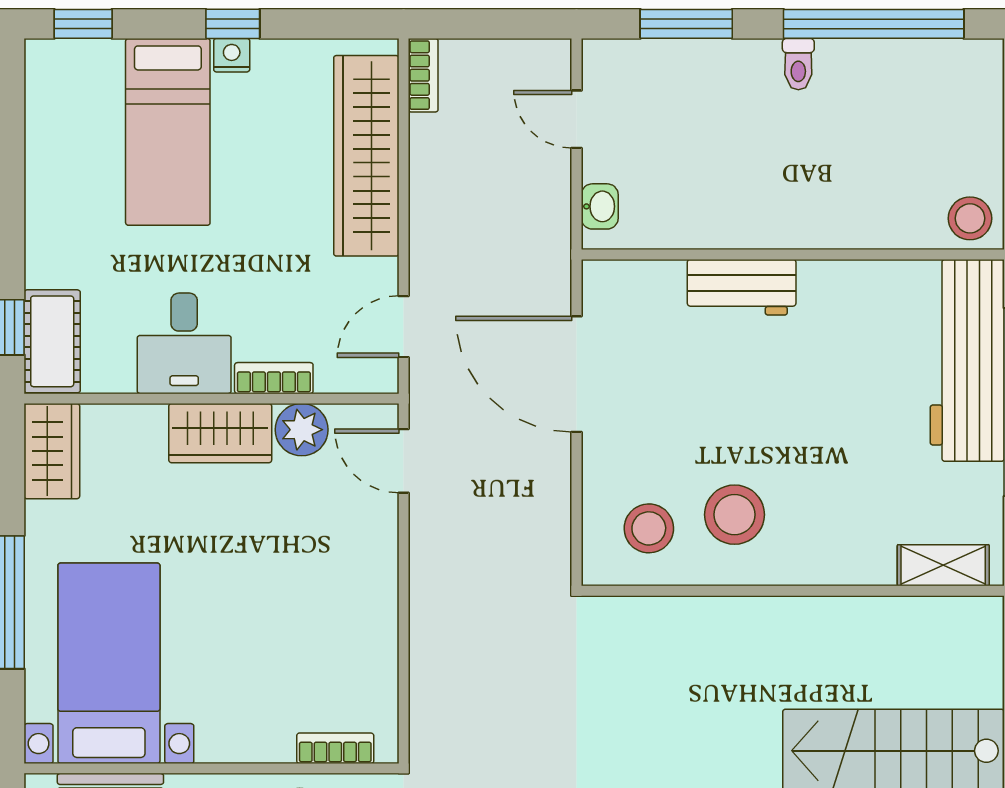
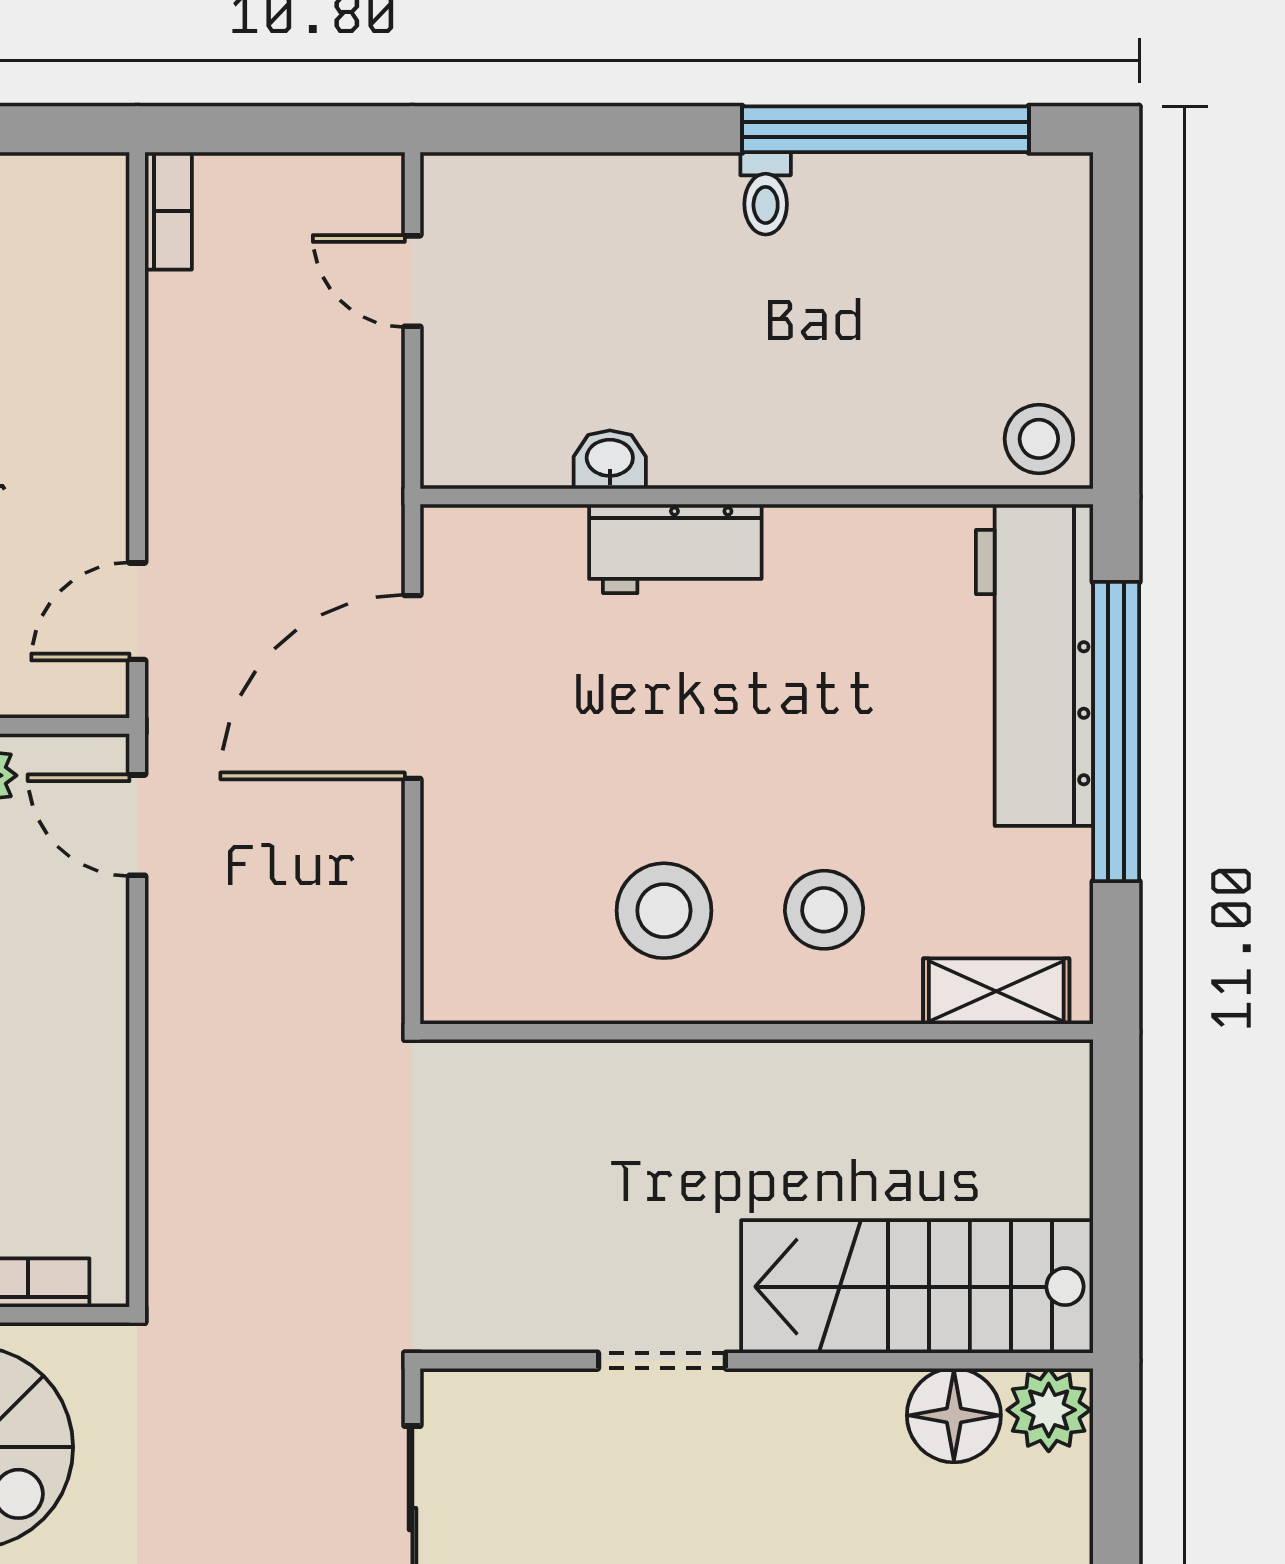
window: (686, 24) -> (587, 129), removed
wardrobe: (366, 156) -> (78, 339), removed
washbasin: (600, 206) -> (610, 460), moved, turned -90
door: (577, 374) -> (412, 687), hinge flipped
stool: (649, 528) -> (824, 910), moved

